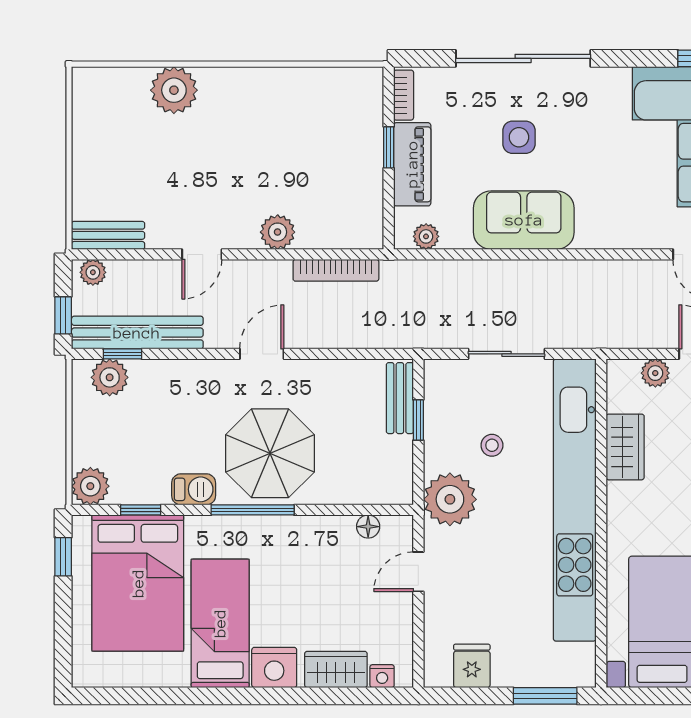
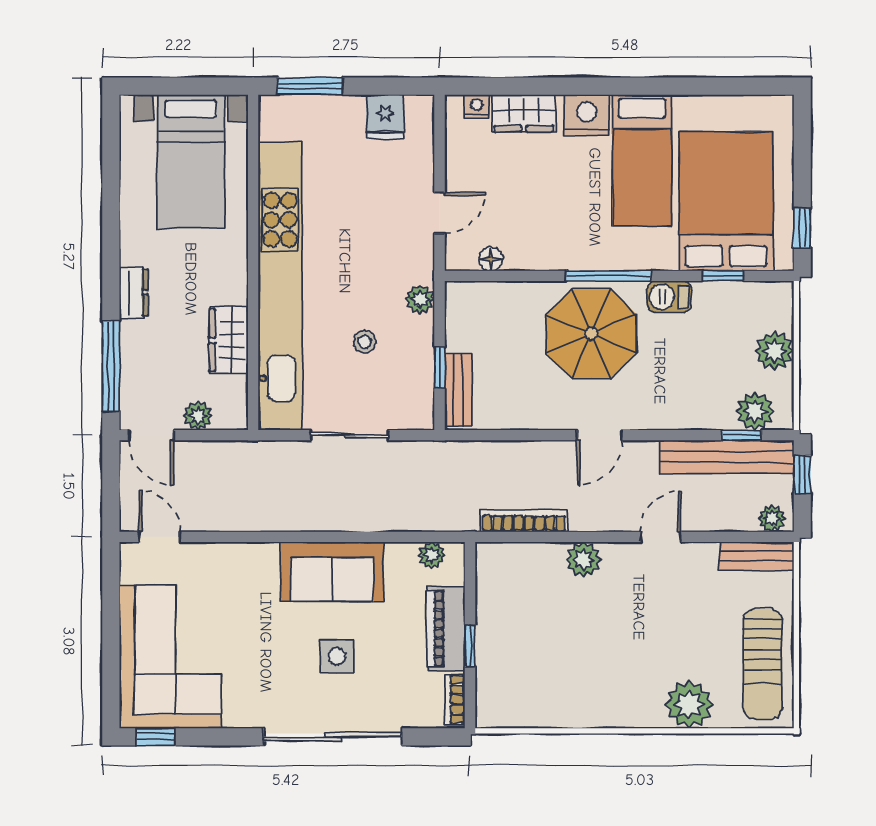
sun lounger: (102, 130) -> (763, 664), added
plant: (90, 486) -> (775, 351), moved
plant: (450, 499) -> (420, 299), width x0.53, depth x0.53

